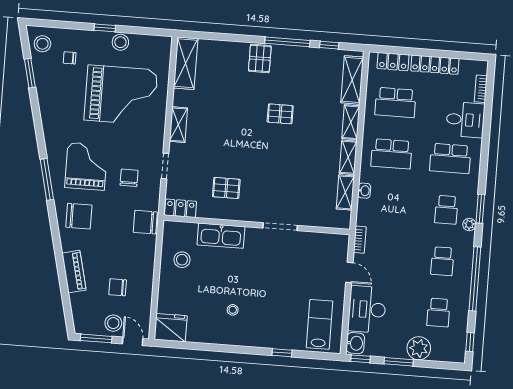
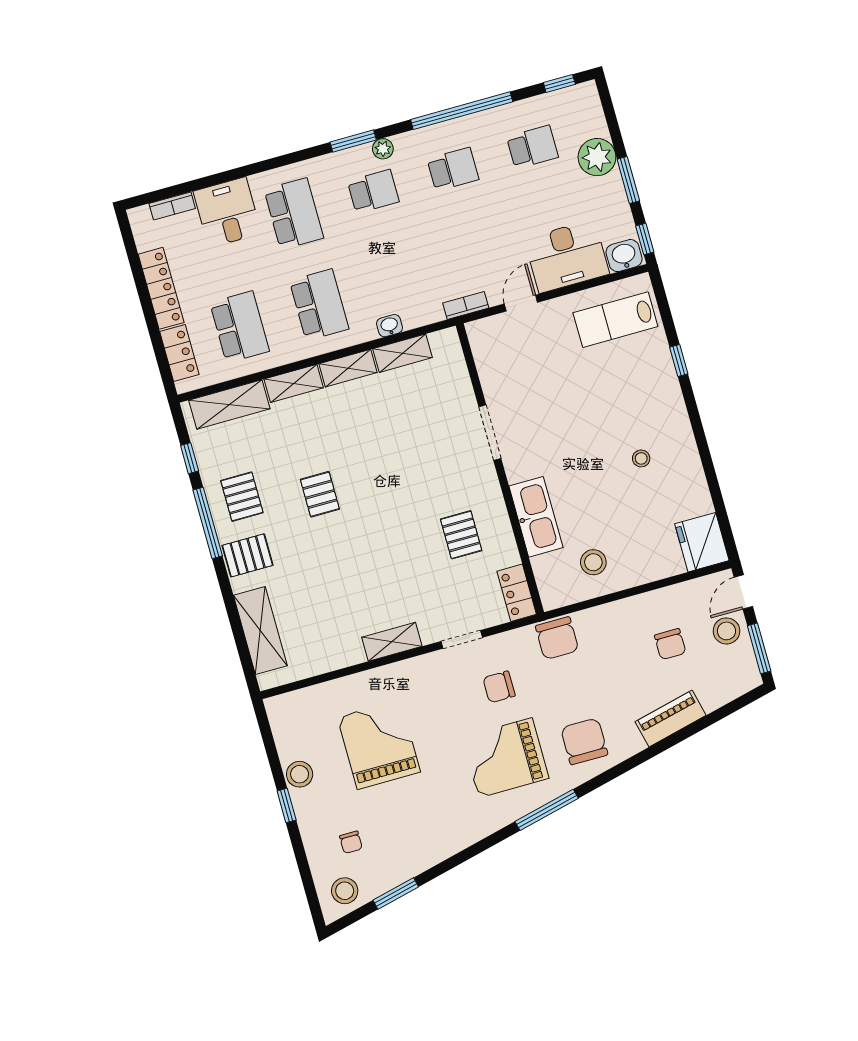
shelving: (186, 63) -> (260, 630), moved, turned 90
pallet: (295, 68) -> (242, 497), added
grand piano: (121, 95) -> (379, 745), width x0.73, depth x0.68

